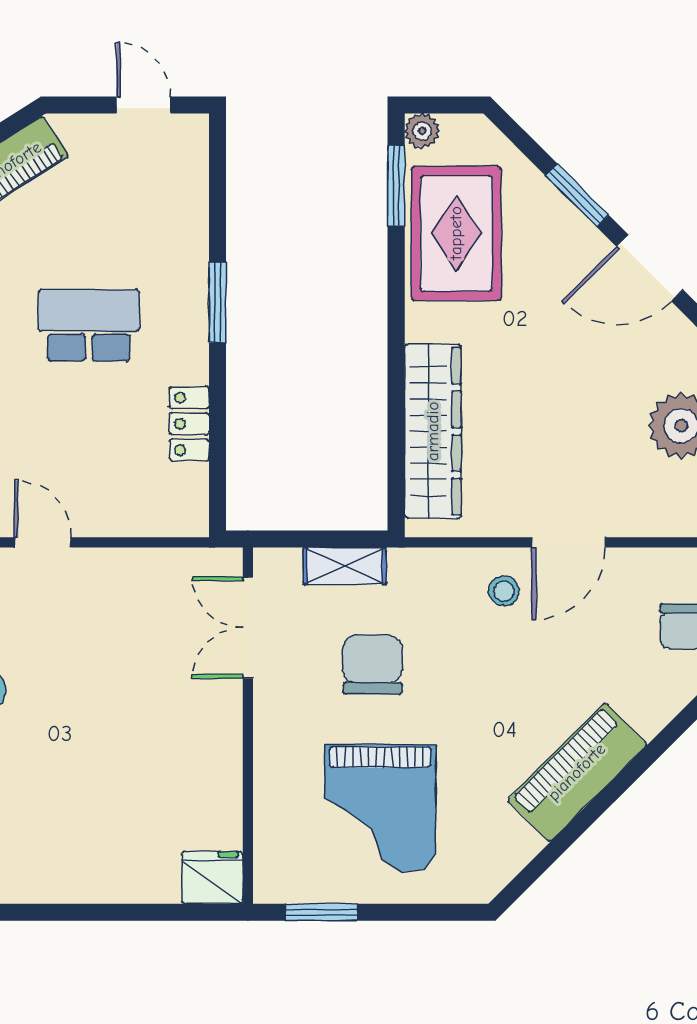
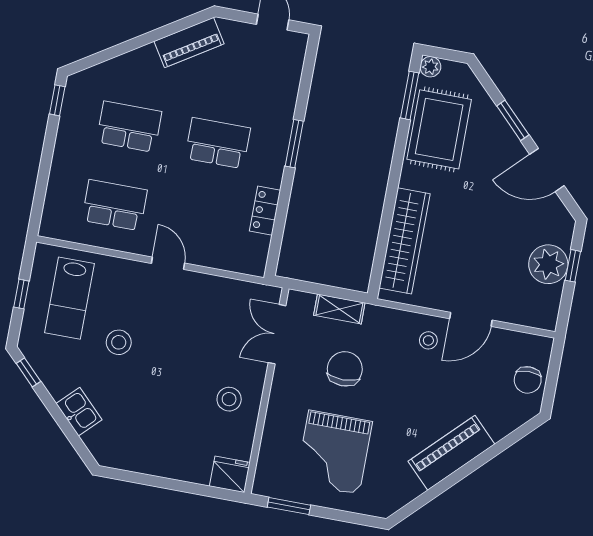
stool: (188, 751) -> (229, 399), added

